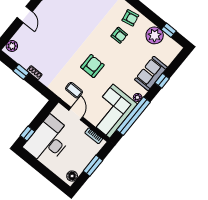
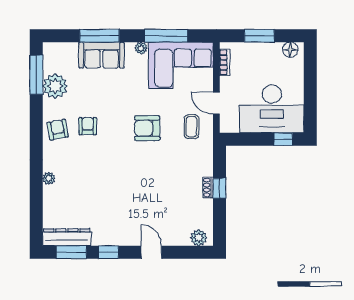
door: (25, 15) -> (151, 252), hinge flipped
window: (169, 30) -> (36, 75), width x2.17
window: (21, 72) -> (220, 188), moved
window: (162, 81) -> (99, 36), width x2.17
door: (76, 114) -> (216, 103), hinge flipped
window: (133, 116) -> (166, 36), width x0.68

